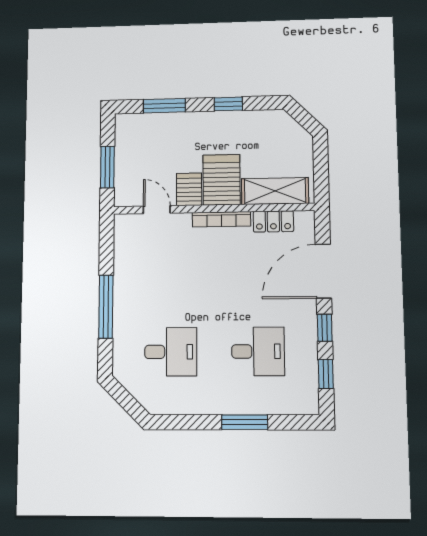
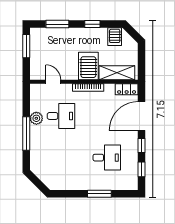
window: (107, 167) -> (26, 46), moved
server rack: (189, 189) -> (115, 37), moved, turned 180
locker: (273, 221) -> (127, 89), moved
plant: (125, 278) -> (36, 118), added
desk: (171, 352) -> (61, 116), moved

